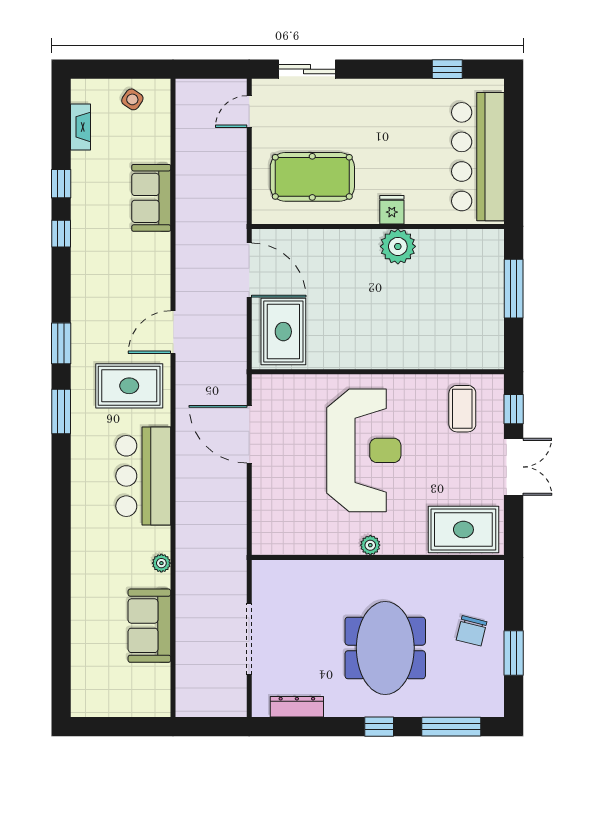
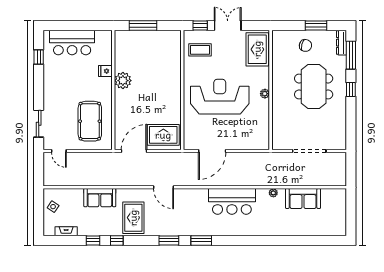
bar counter: (478, 157) -> (72, 42), width x0.73
fridge: (392, 210) -> (105, 71), moved
rug: (129, 386) -> (133, 218), moved
meeting table: (385, 648) -> (314, 86), turned 90
dresser: (297, 707) -> (342, 43), moved

